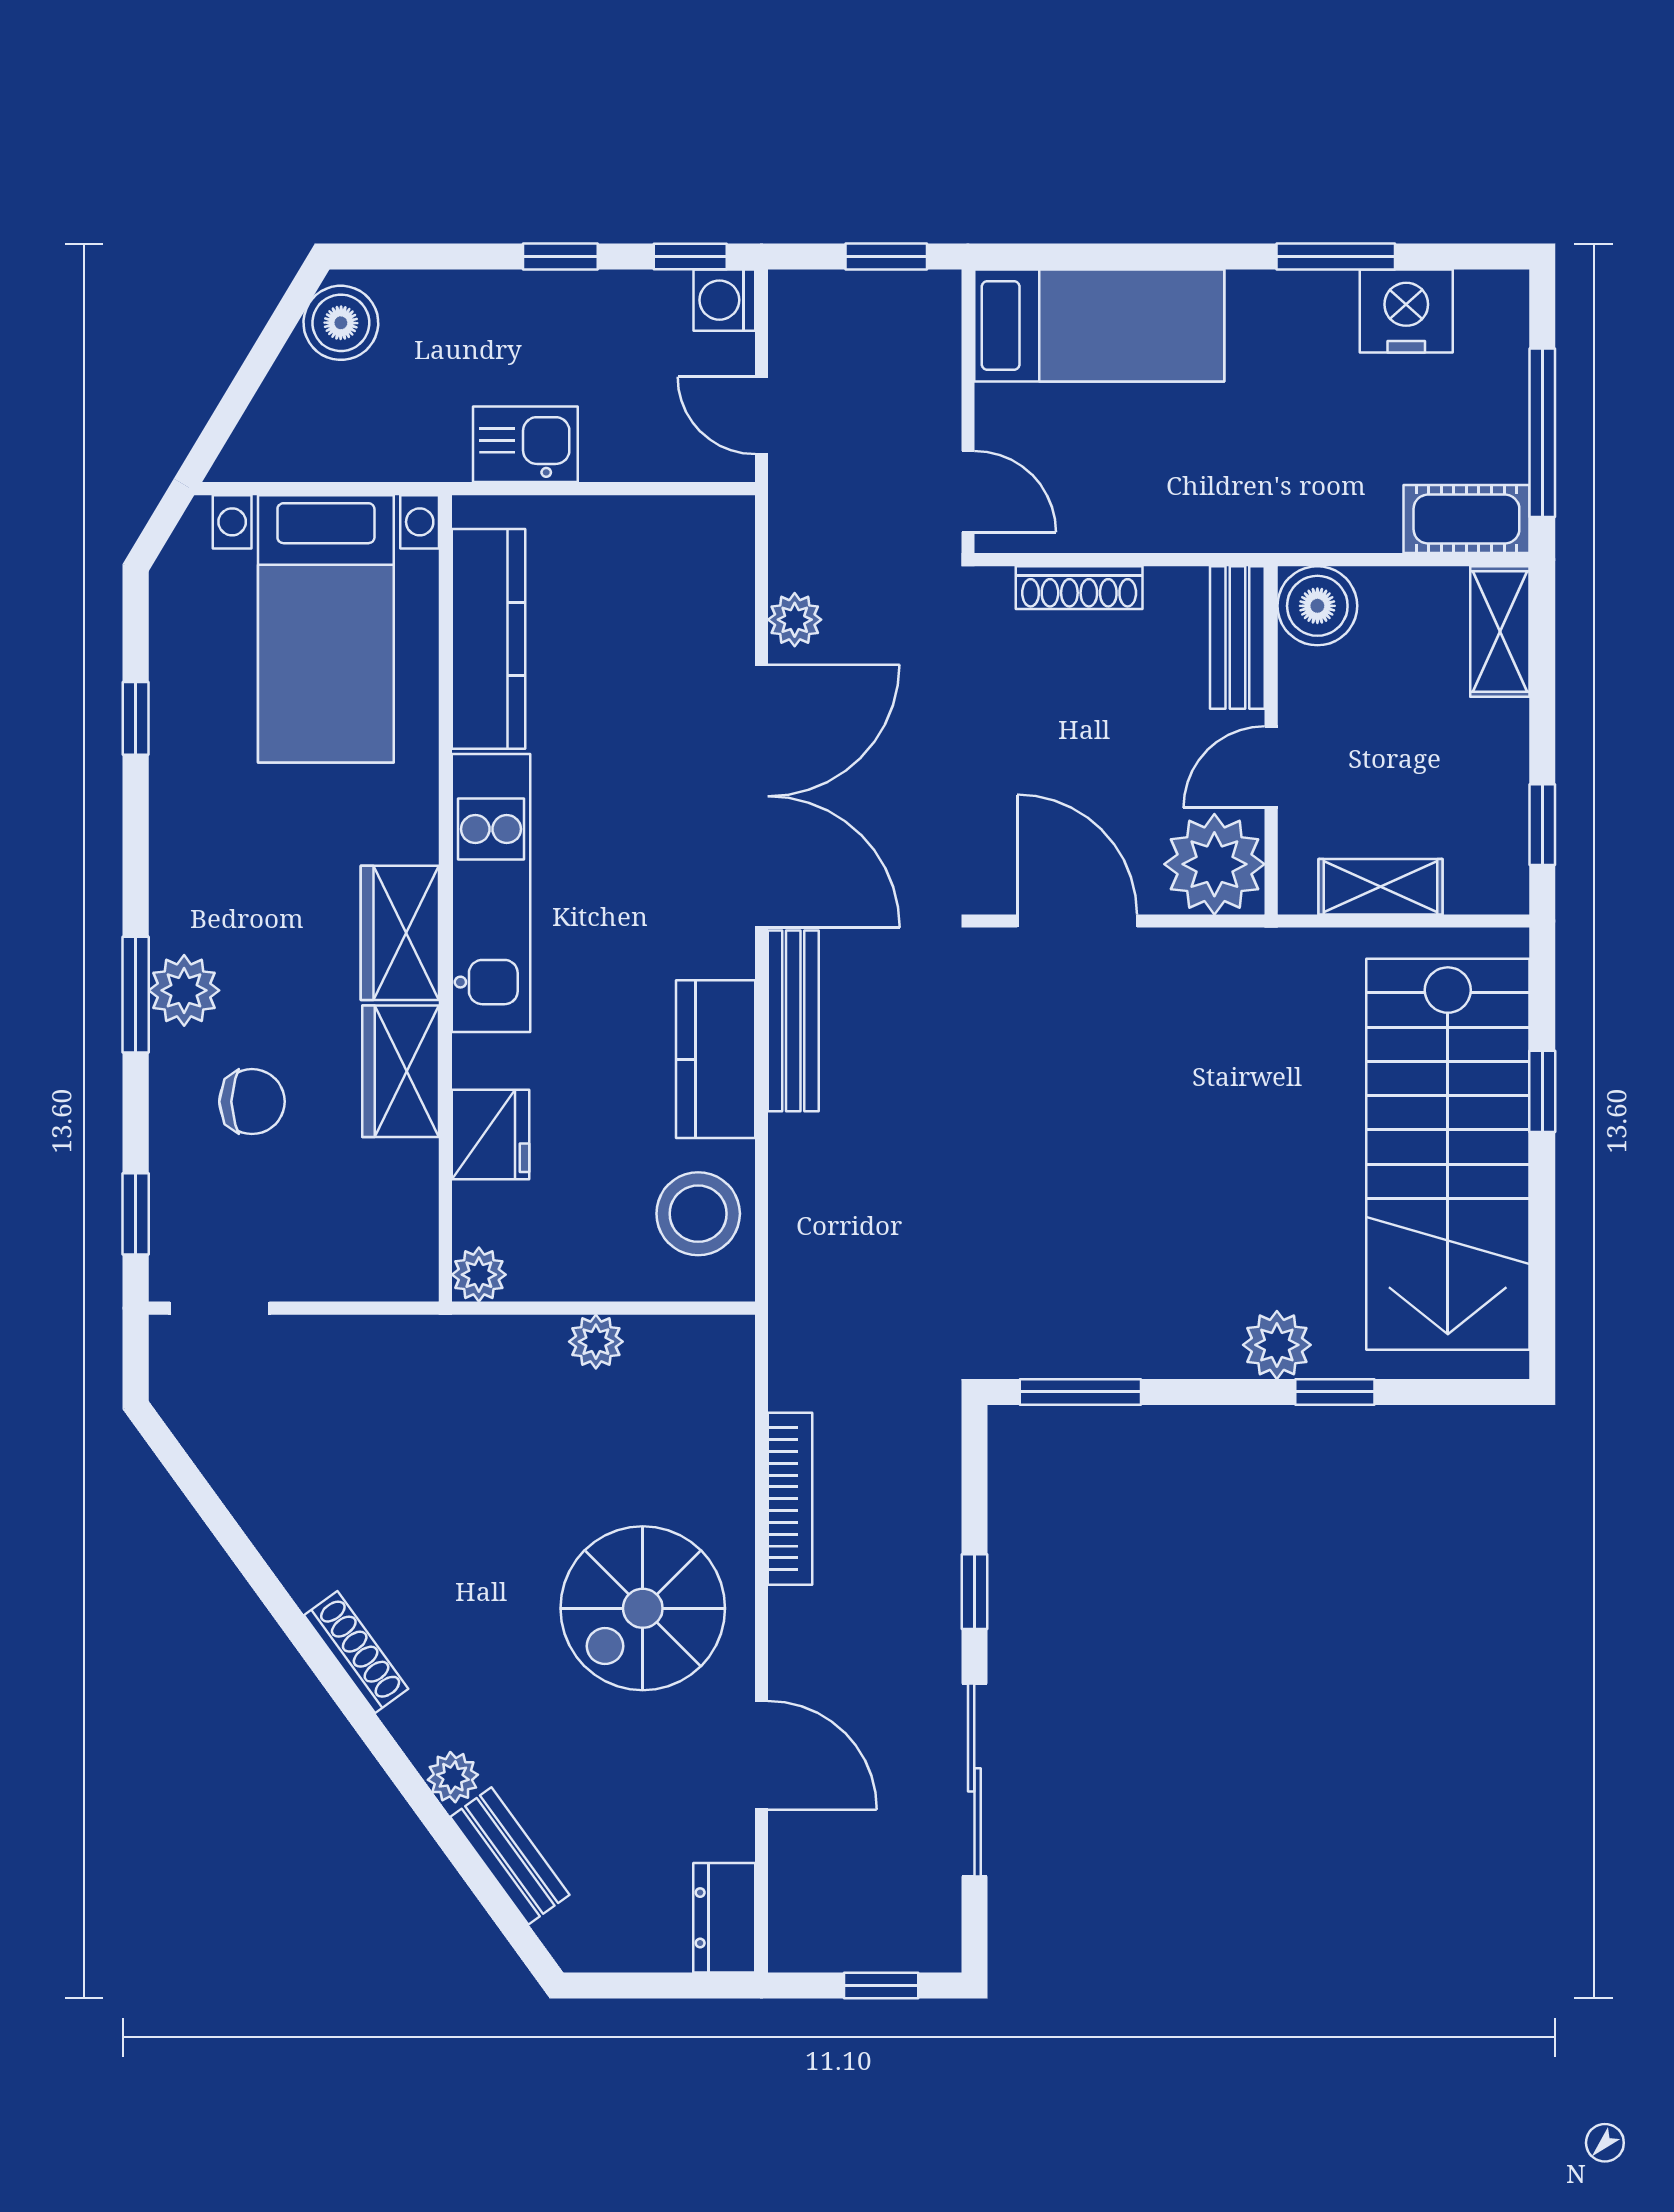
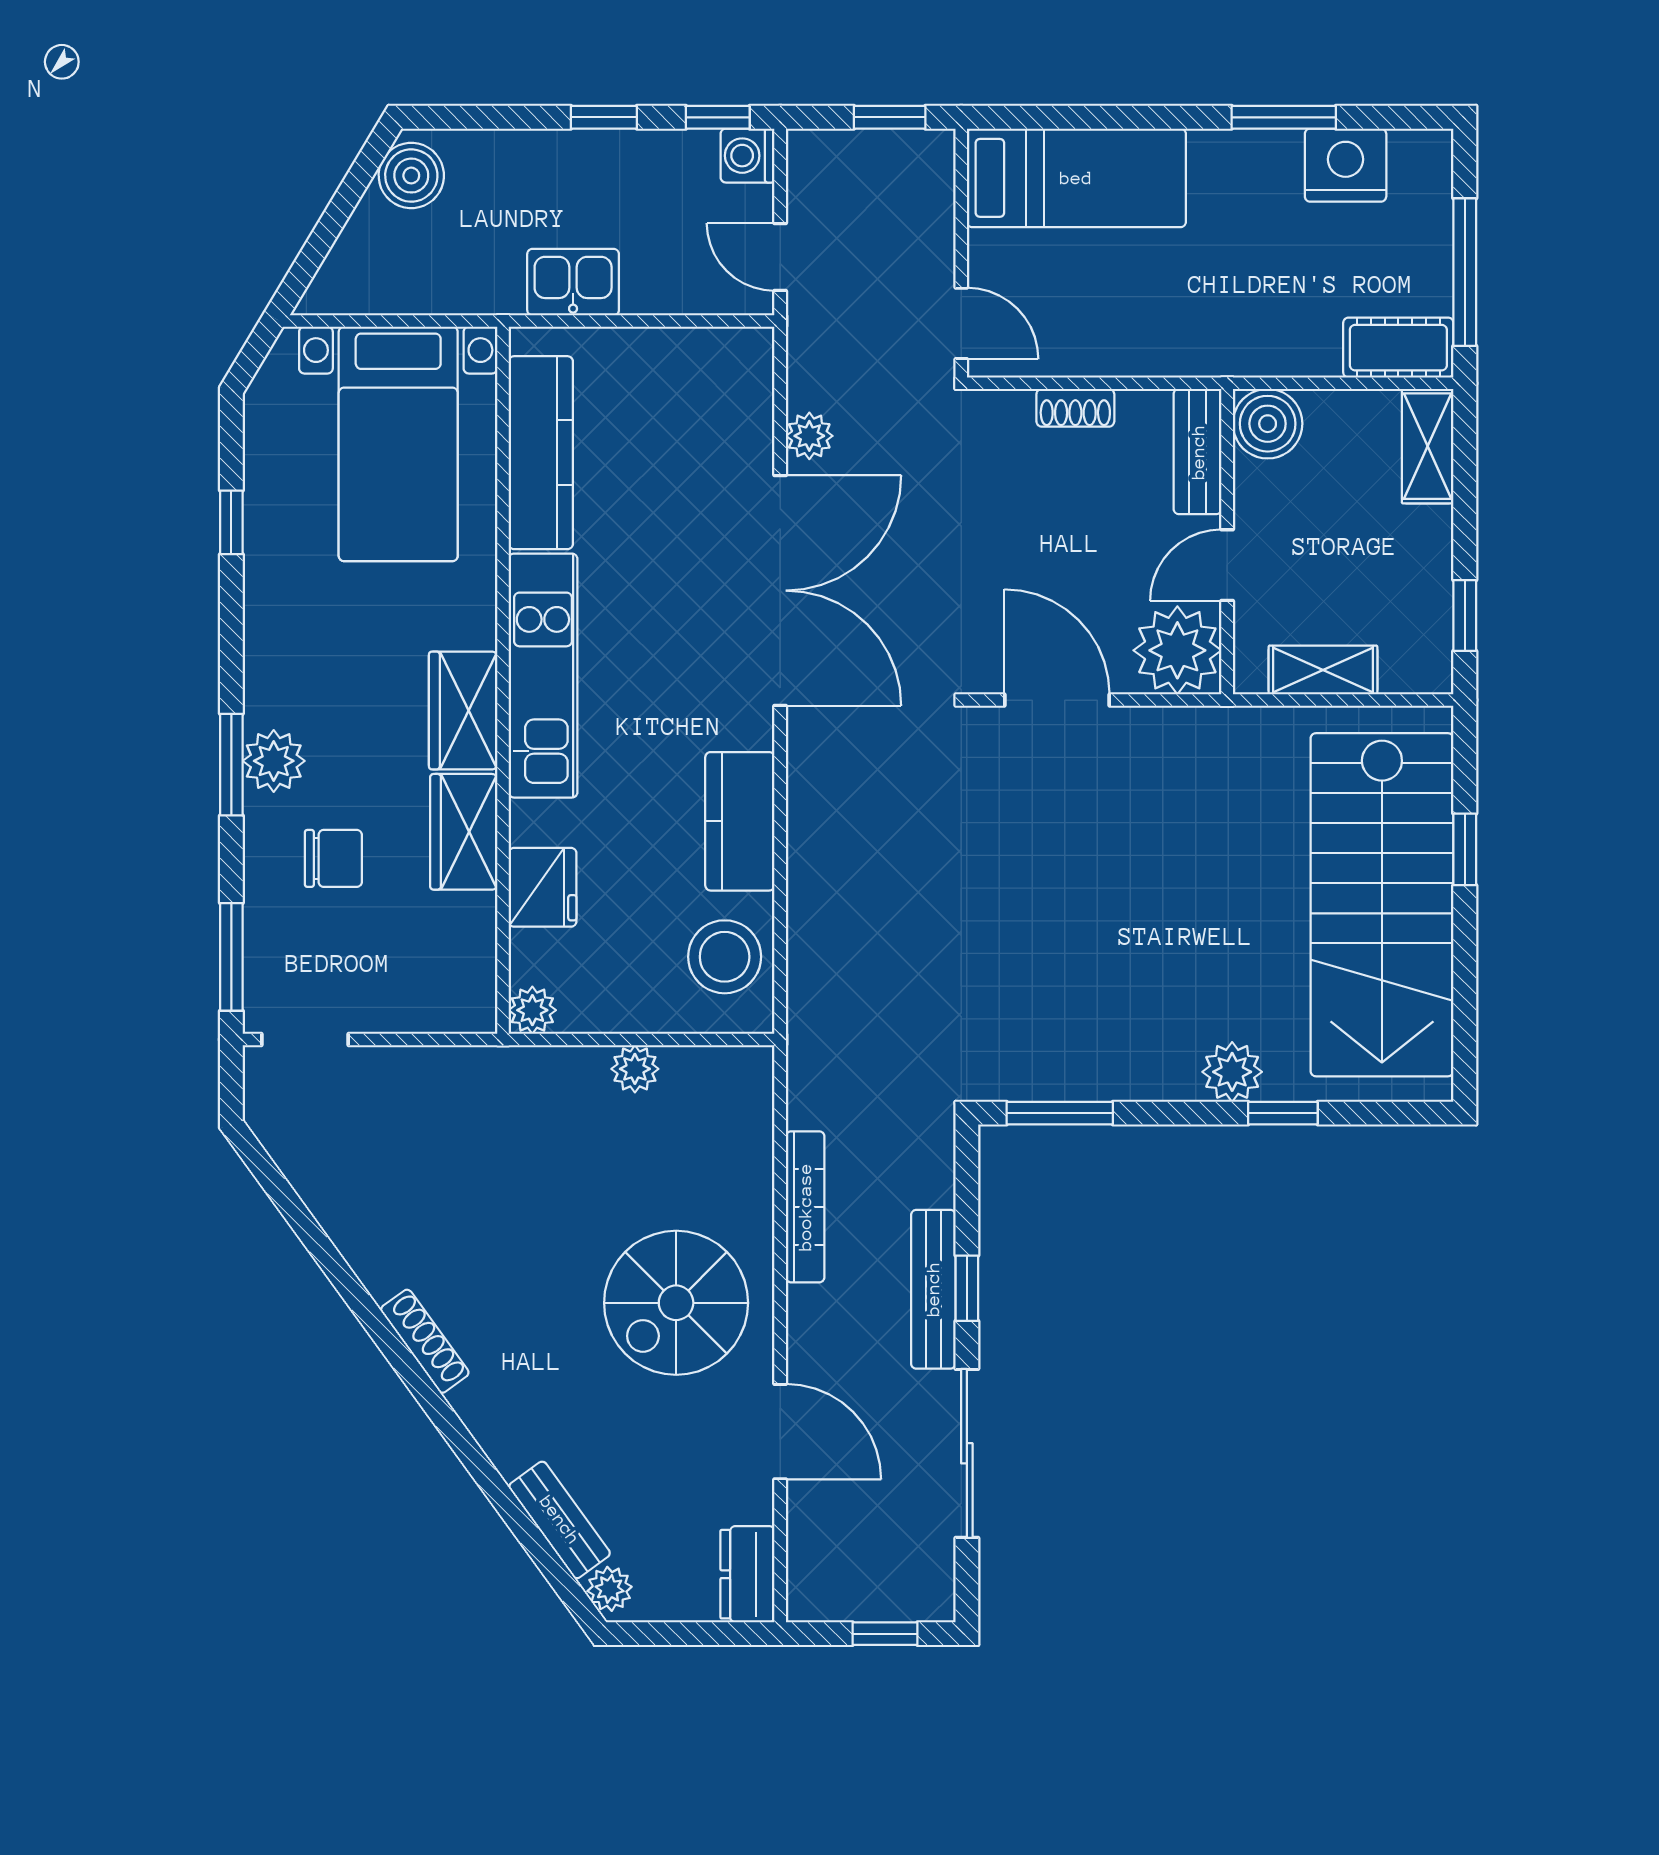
shoe rack: (1079, 588) -> (1075, 408), width x0.70
bench: (793, 1021) -> (933, 1289), moved
window: (136, 1214) -> (231, 957), width x1.50
plant: (453, 1777) -> (610, 1589), moved

